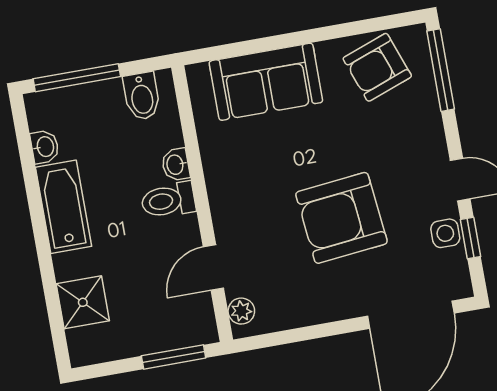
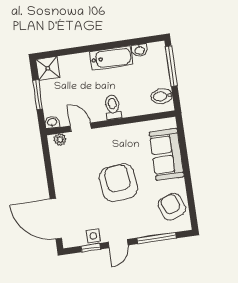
window: (441, 70) -> (157, 238), moved
washbasin: (176, 165) -> (52, 122), moved
armchair: (341, 218) -> (118, 183), moved
shower: (83, 302) -> (48, 68), moved
window: (174, 357) -> (38, 95), moved

